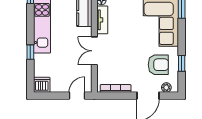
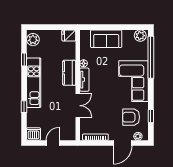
double door: (94, 51) -> (78, 106), swing flipped
armchair: (158, 65) -> (131, 117), turned 180
door: (77, 96) -> (53, 143), moved

